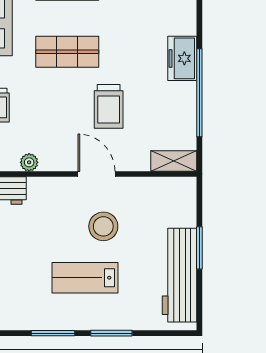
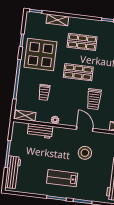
lab bench: (85, 278) -> (62, 178), moved

